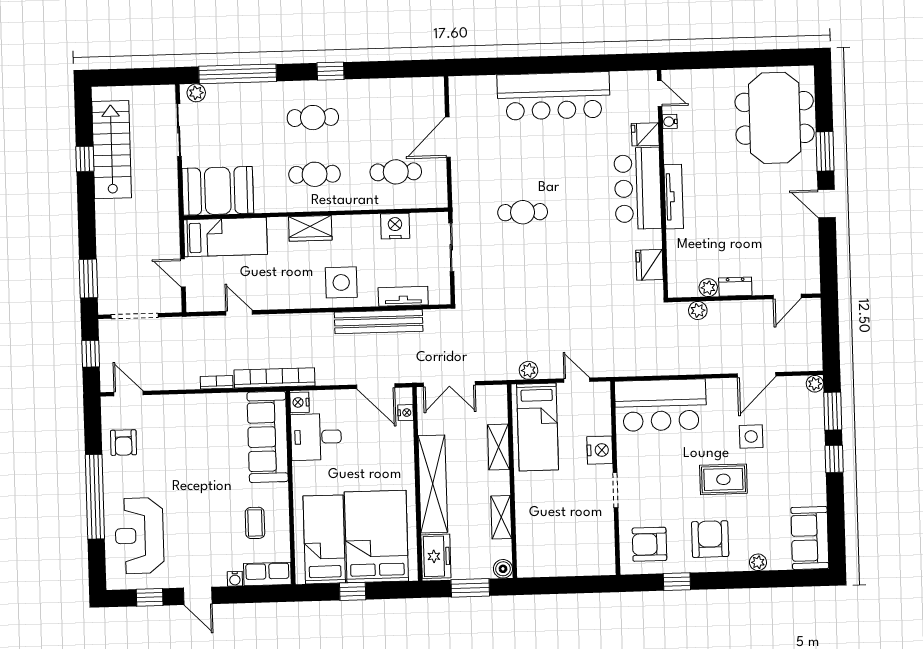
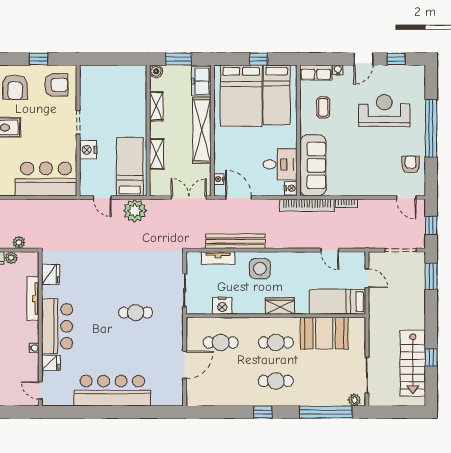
water cooler: (670, 122) -> (34, 348), moved
booth: (218, 191) -> (324, 333), moved
tv unit: (674, 197) -> (33, 299), moved
plant: (528, 370) -> (135, 211), width x1.87, depth x1.87
reception desk: (139, 536) -> (384, 110), moved, turned -90
door: (198, 596) -> (363, 59), swing flipped

